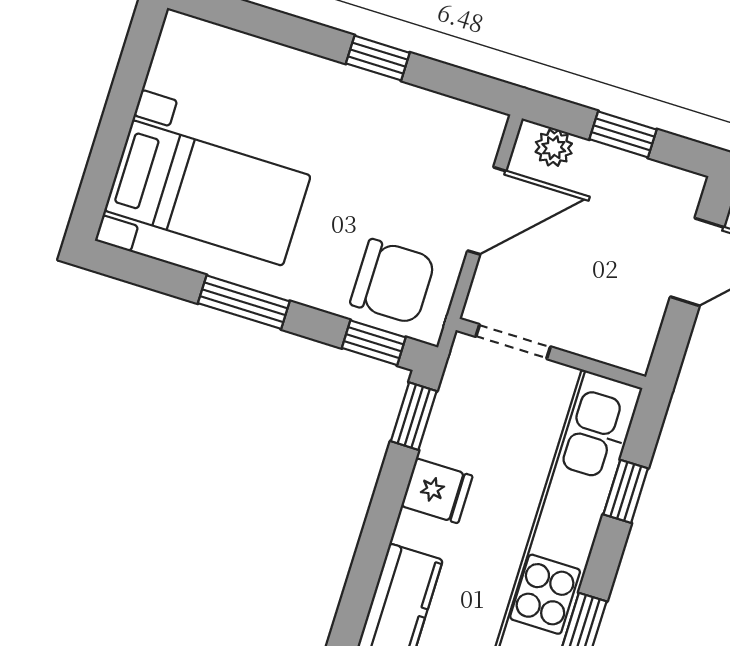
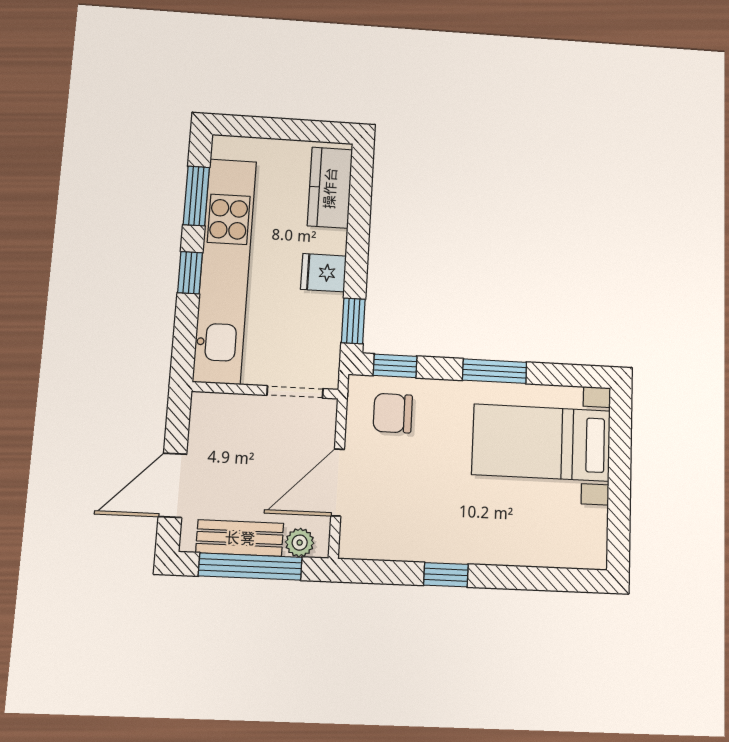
window: (623, 134) -> (250, 567), width x2.17
bench: (628, 173) -> (240, 538), added
chair: (393, 281) -> (393, 413), width x0.73, depth x0.73
window: (626, 491) -> (190, 273), moved

